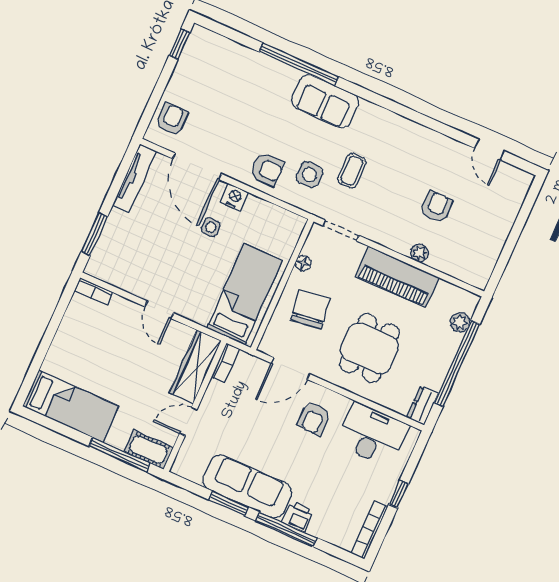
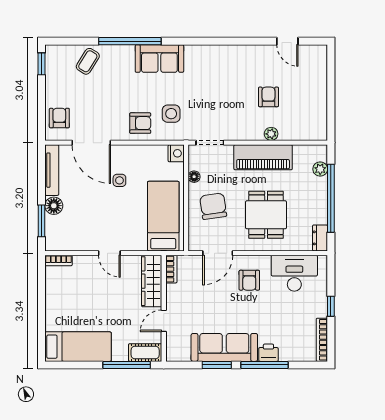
coffee table: (352, 171) -> (88, 61), moved, turned 32
nightstand: (234, 197) -> (176, 153), moved, turned 90
floor lamp: (118, 222) -> (54, 206), added

